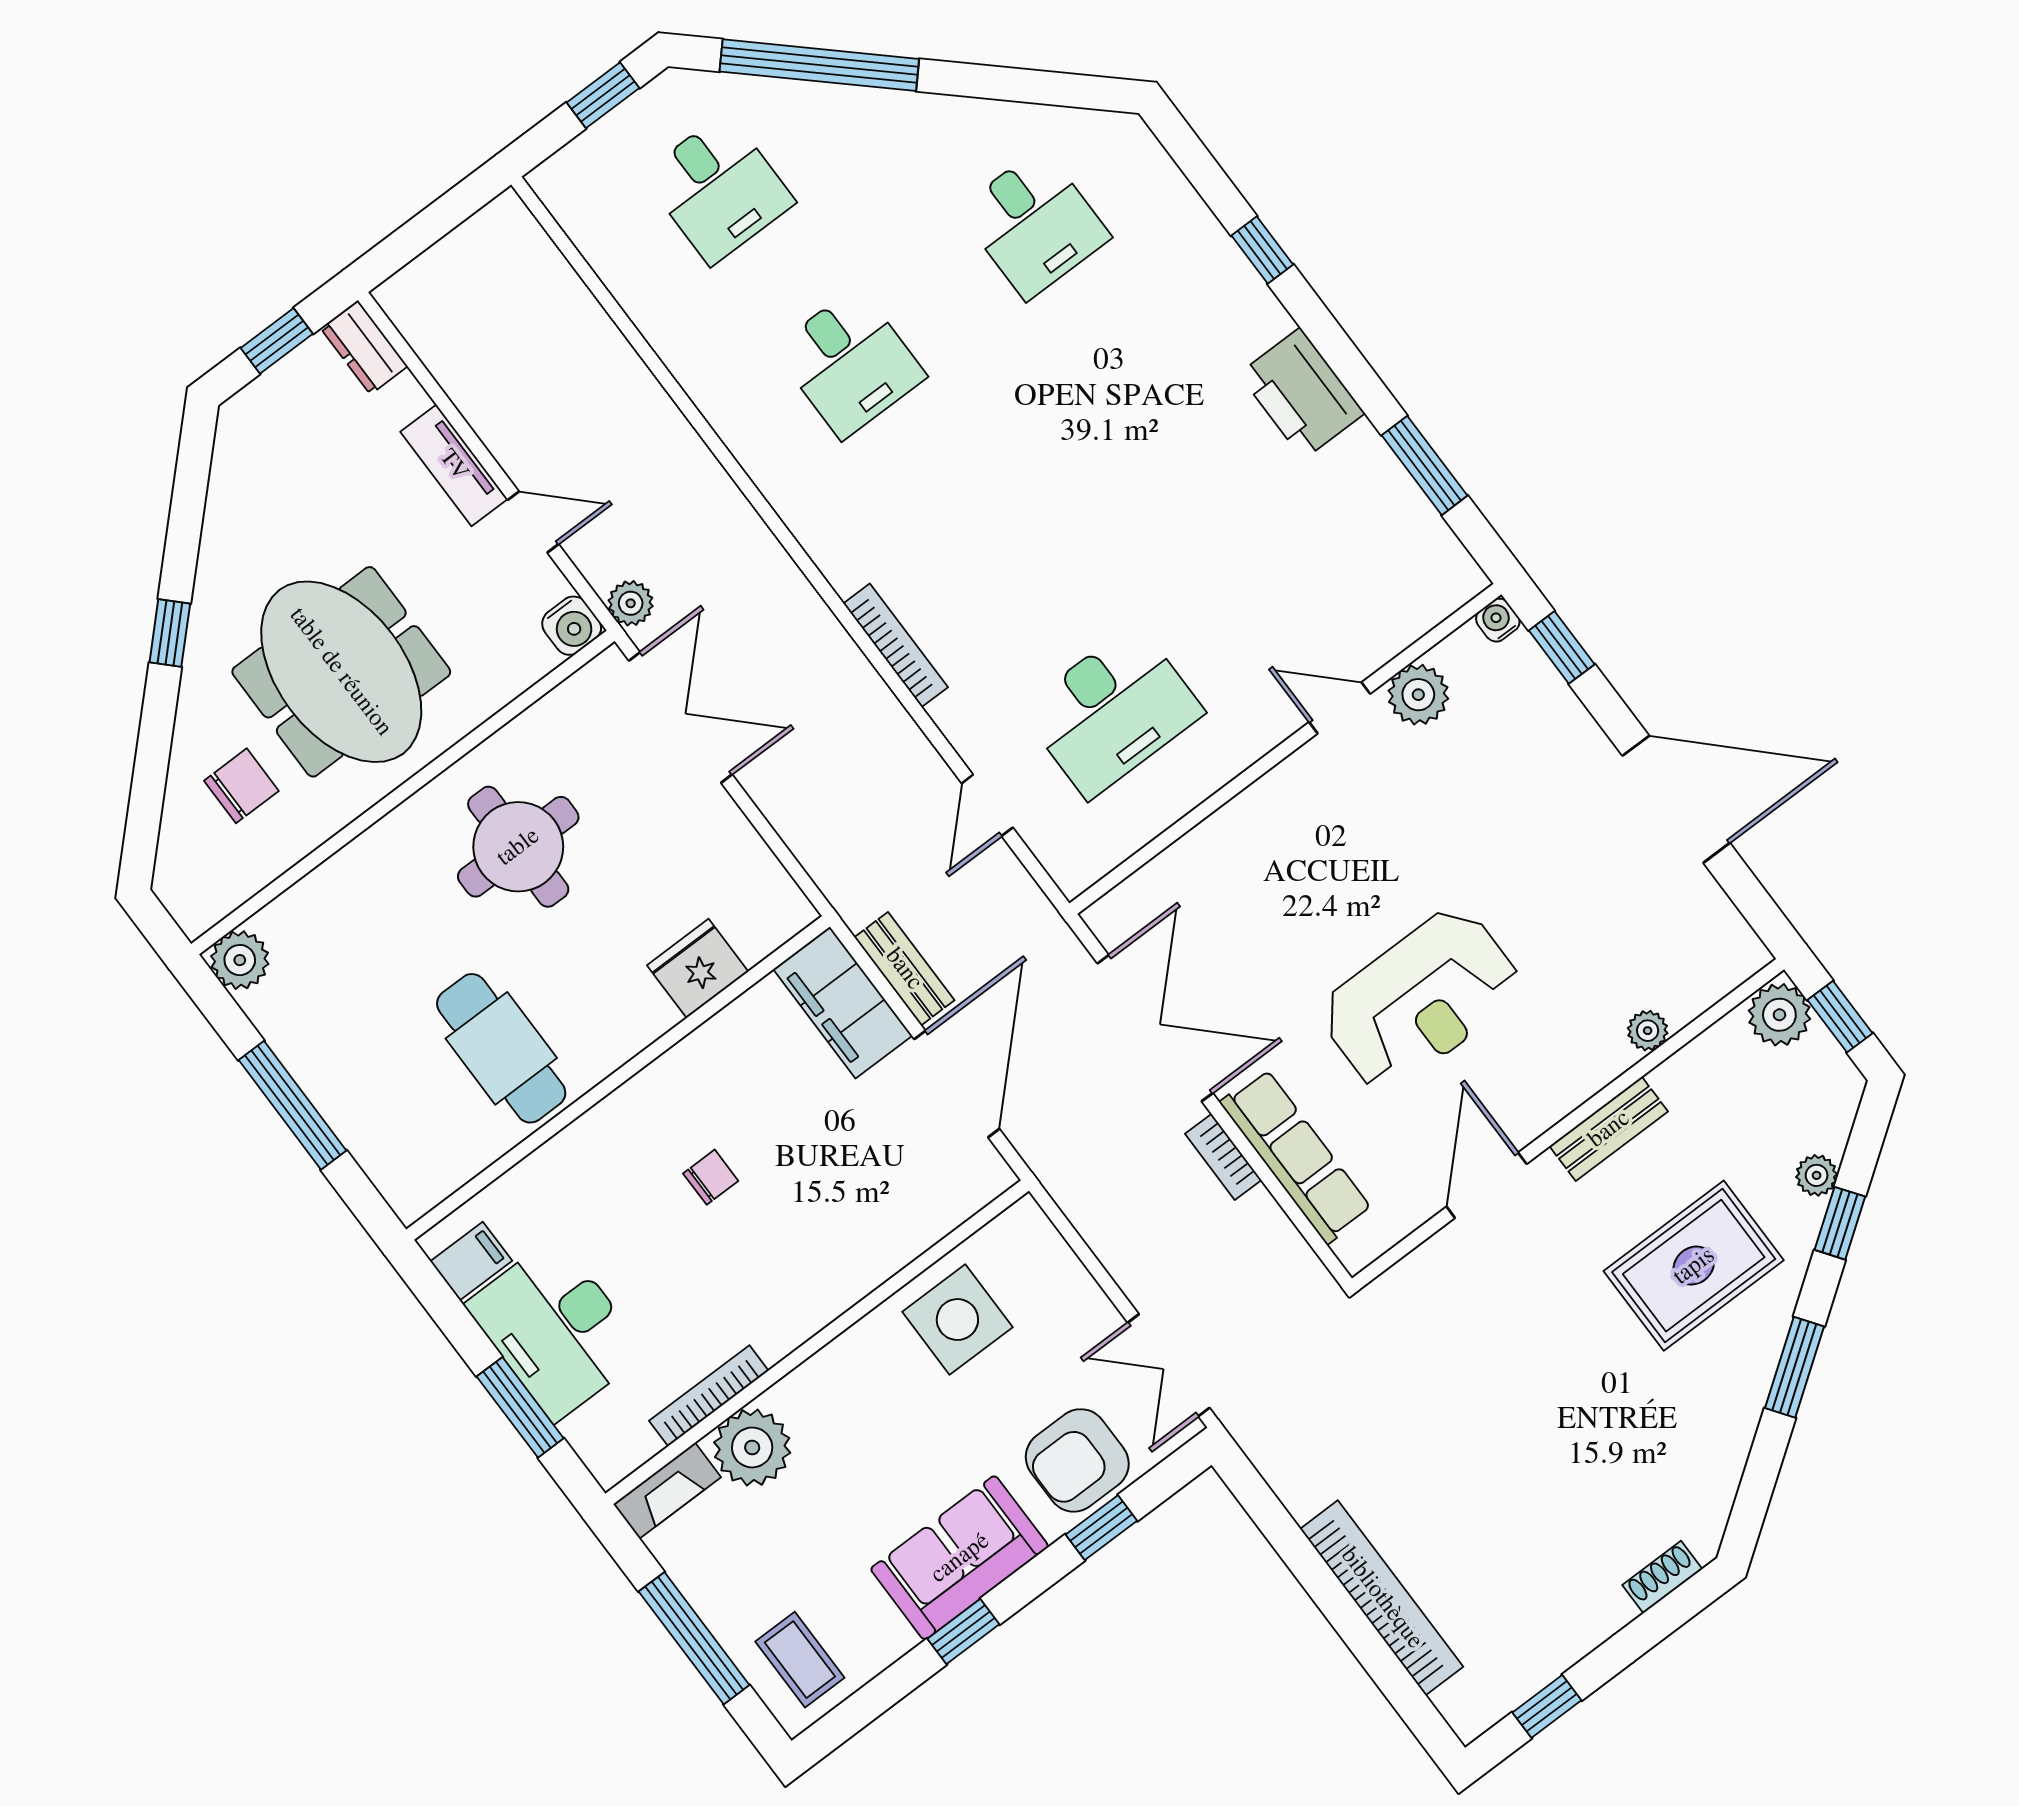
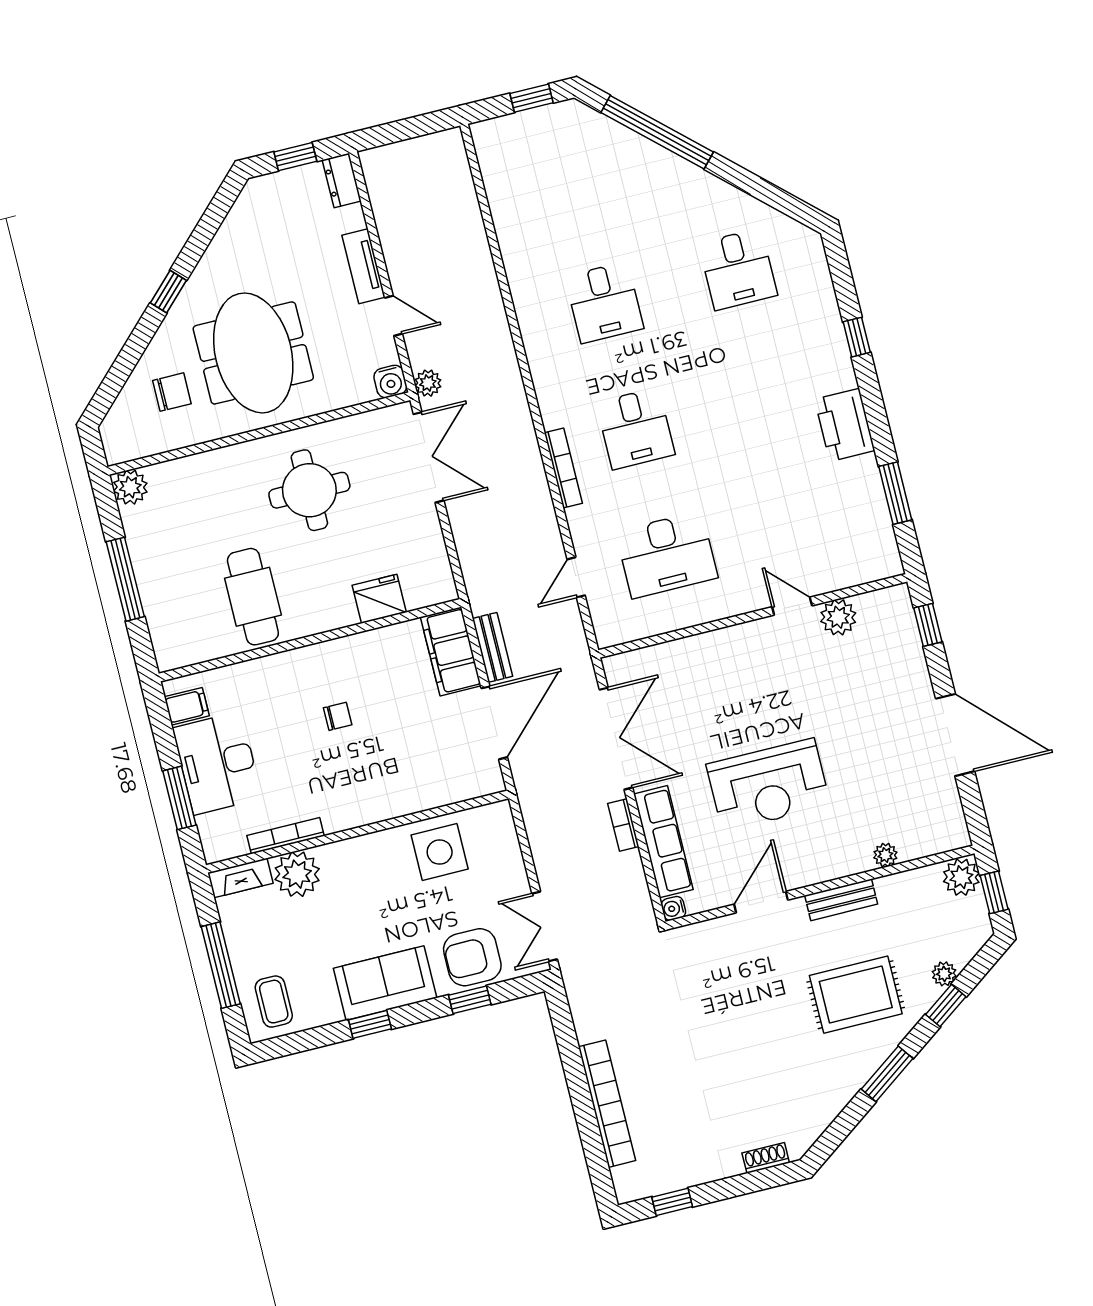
desk: (718, 188) -> (635, 429), moved
water cooler: (1498, 620) -> (673, 908), moved, turned -90

